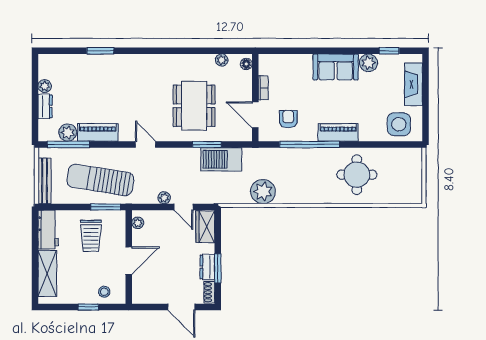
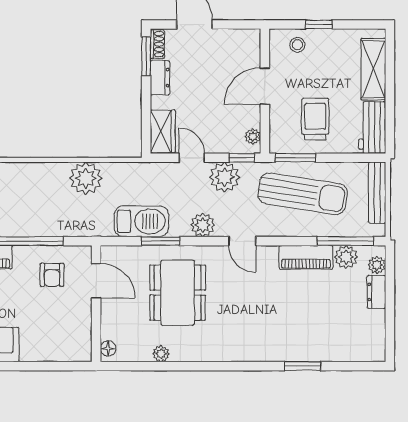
plant: (222, 60) -> (161, 354), moved
plant: (45, 86) -> (377, 265), moved
bookcase: (263, 88) -> (85, 317), removed
plant: (175, 157) -> (203, 225), added
plant: (164, 198) -> (225, 177), width x1.88, depth x1.88
window: (146, 207) -> (242, 158), added
window: (218, 268) -> (146, 56), moved

